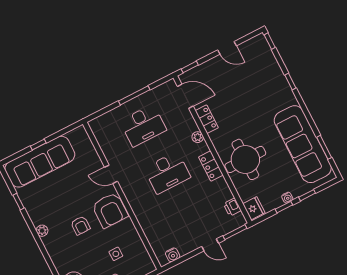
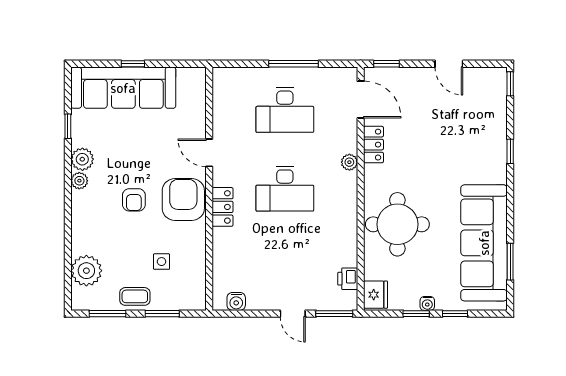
locker: (211, 166) -> (223, 207), moved, turned 180
armchair: (110, 210) -> (183, 199), turned 180
plant: (37, 217) -> (82, 159), added

